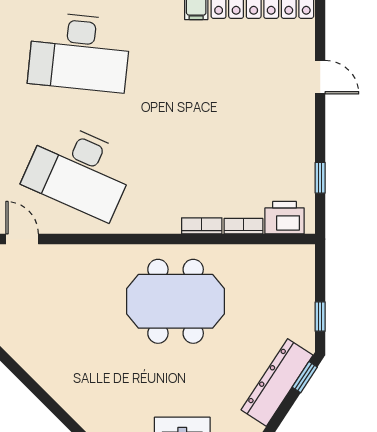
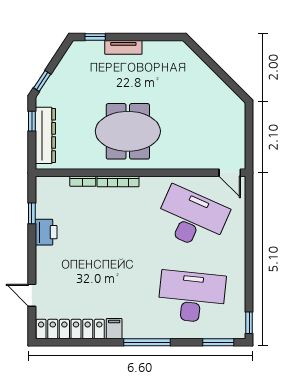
door: (320, 77) -> (32, 295), moved
printer: (285, 218) -> (46, 232), moved, turned -90
bookcase: (202, 226) -> (118, 181), width x1.56
dresser: (277, 382) -> (45, 135), moved, turned -33

